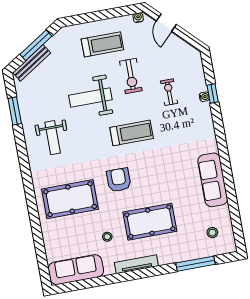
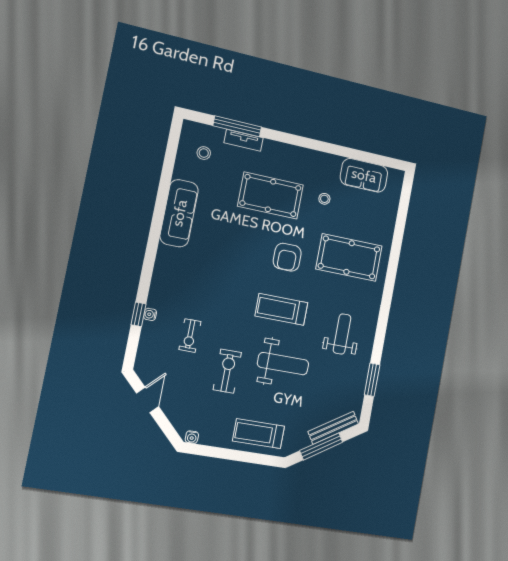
door: (166, 23) -> (147, 400), moved
treadmill: (102, 44) -> (259, 434), moved
treadmill: (132, 133) -> (281, 309), moved
tv unit: (136, 264) -> (244, 140), moved, width x0.71
sofa: (76, 270) -> (364, 175), width x0.73

